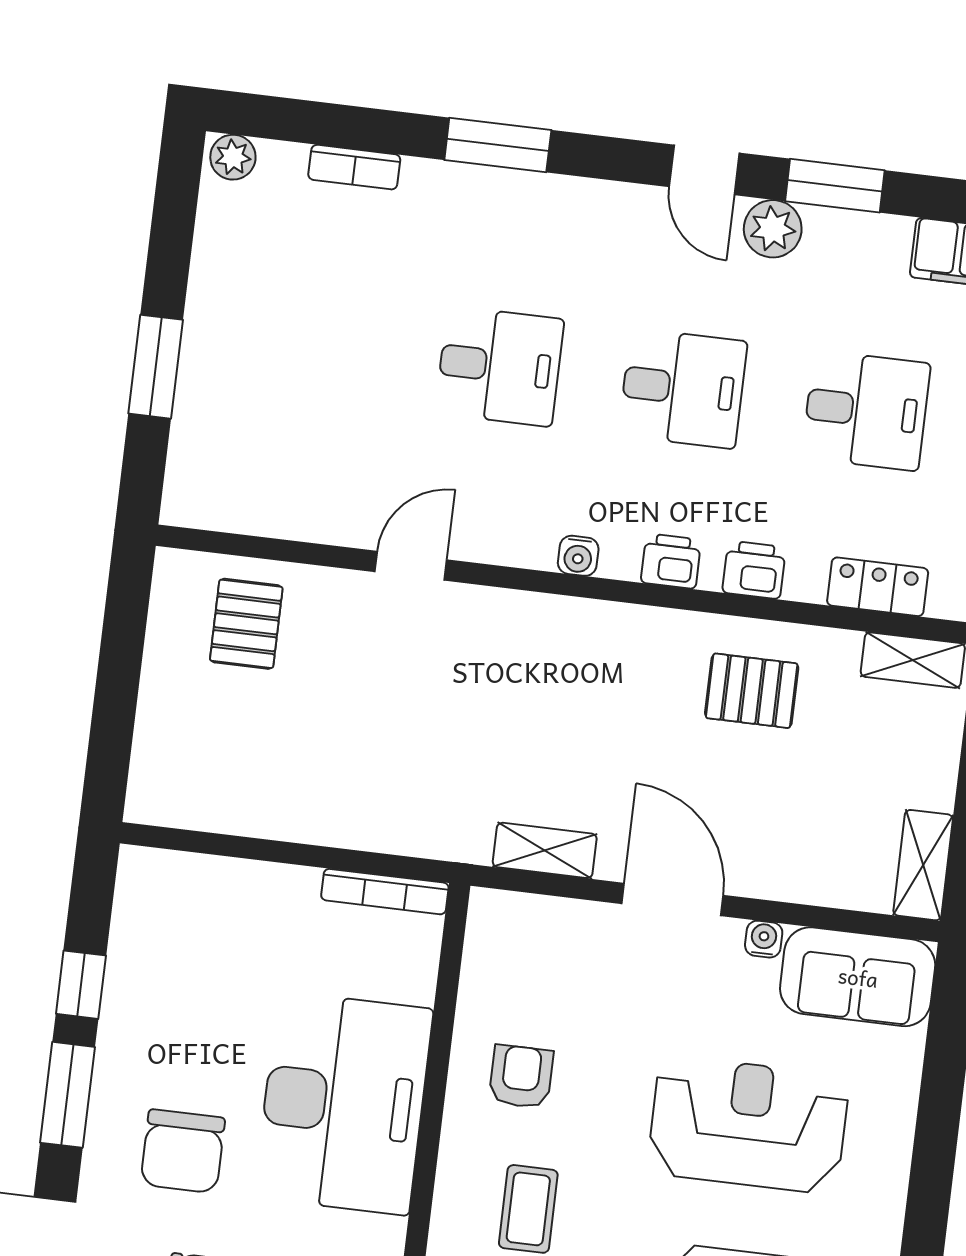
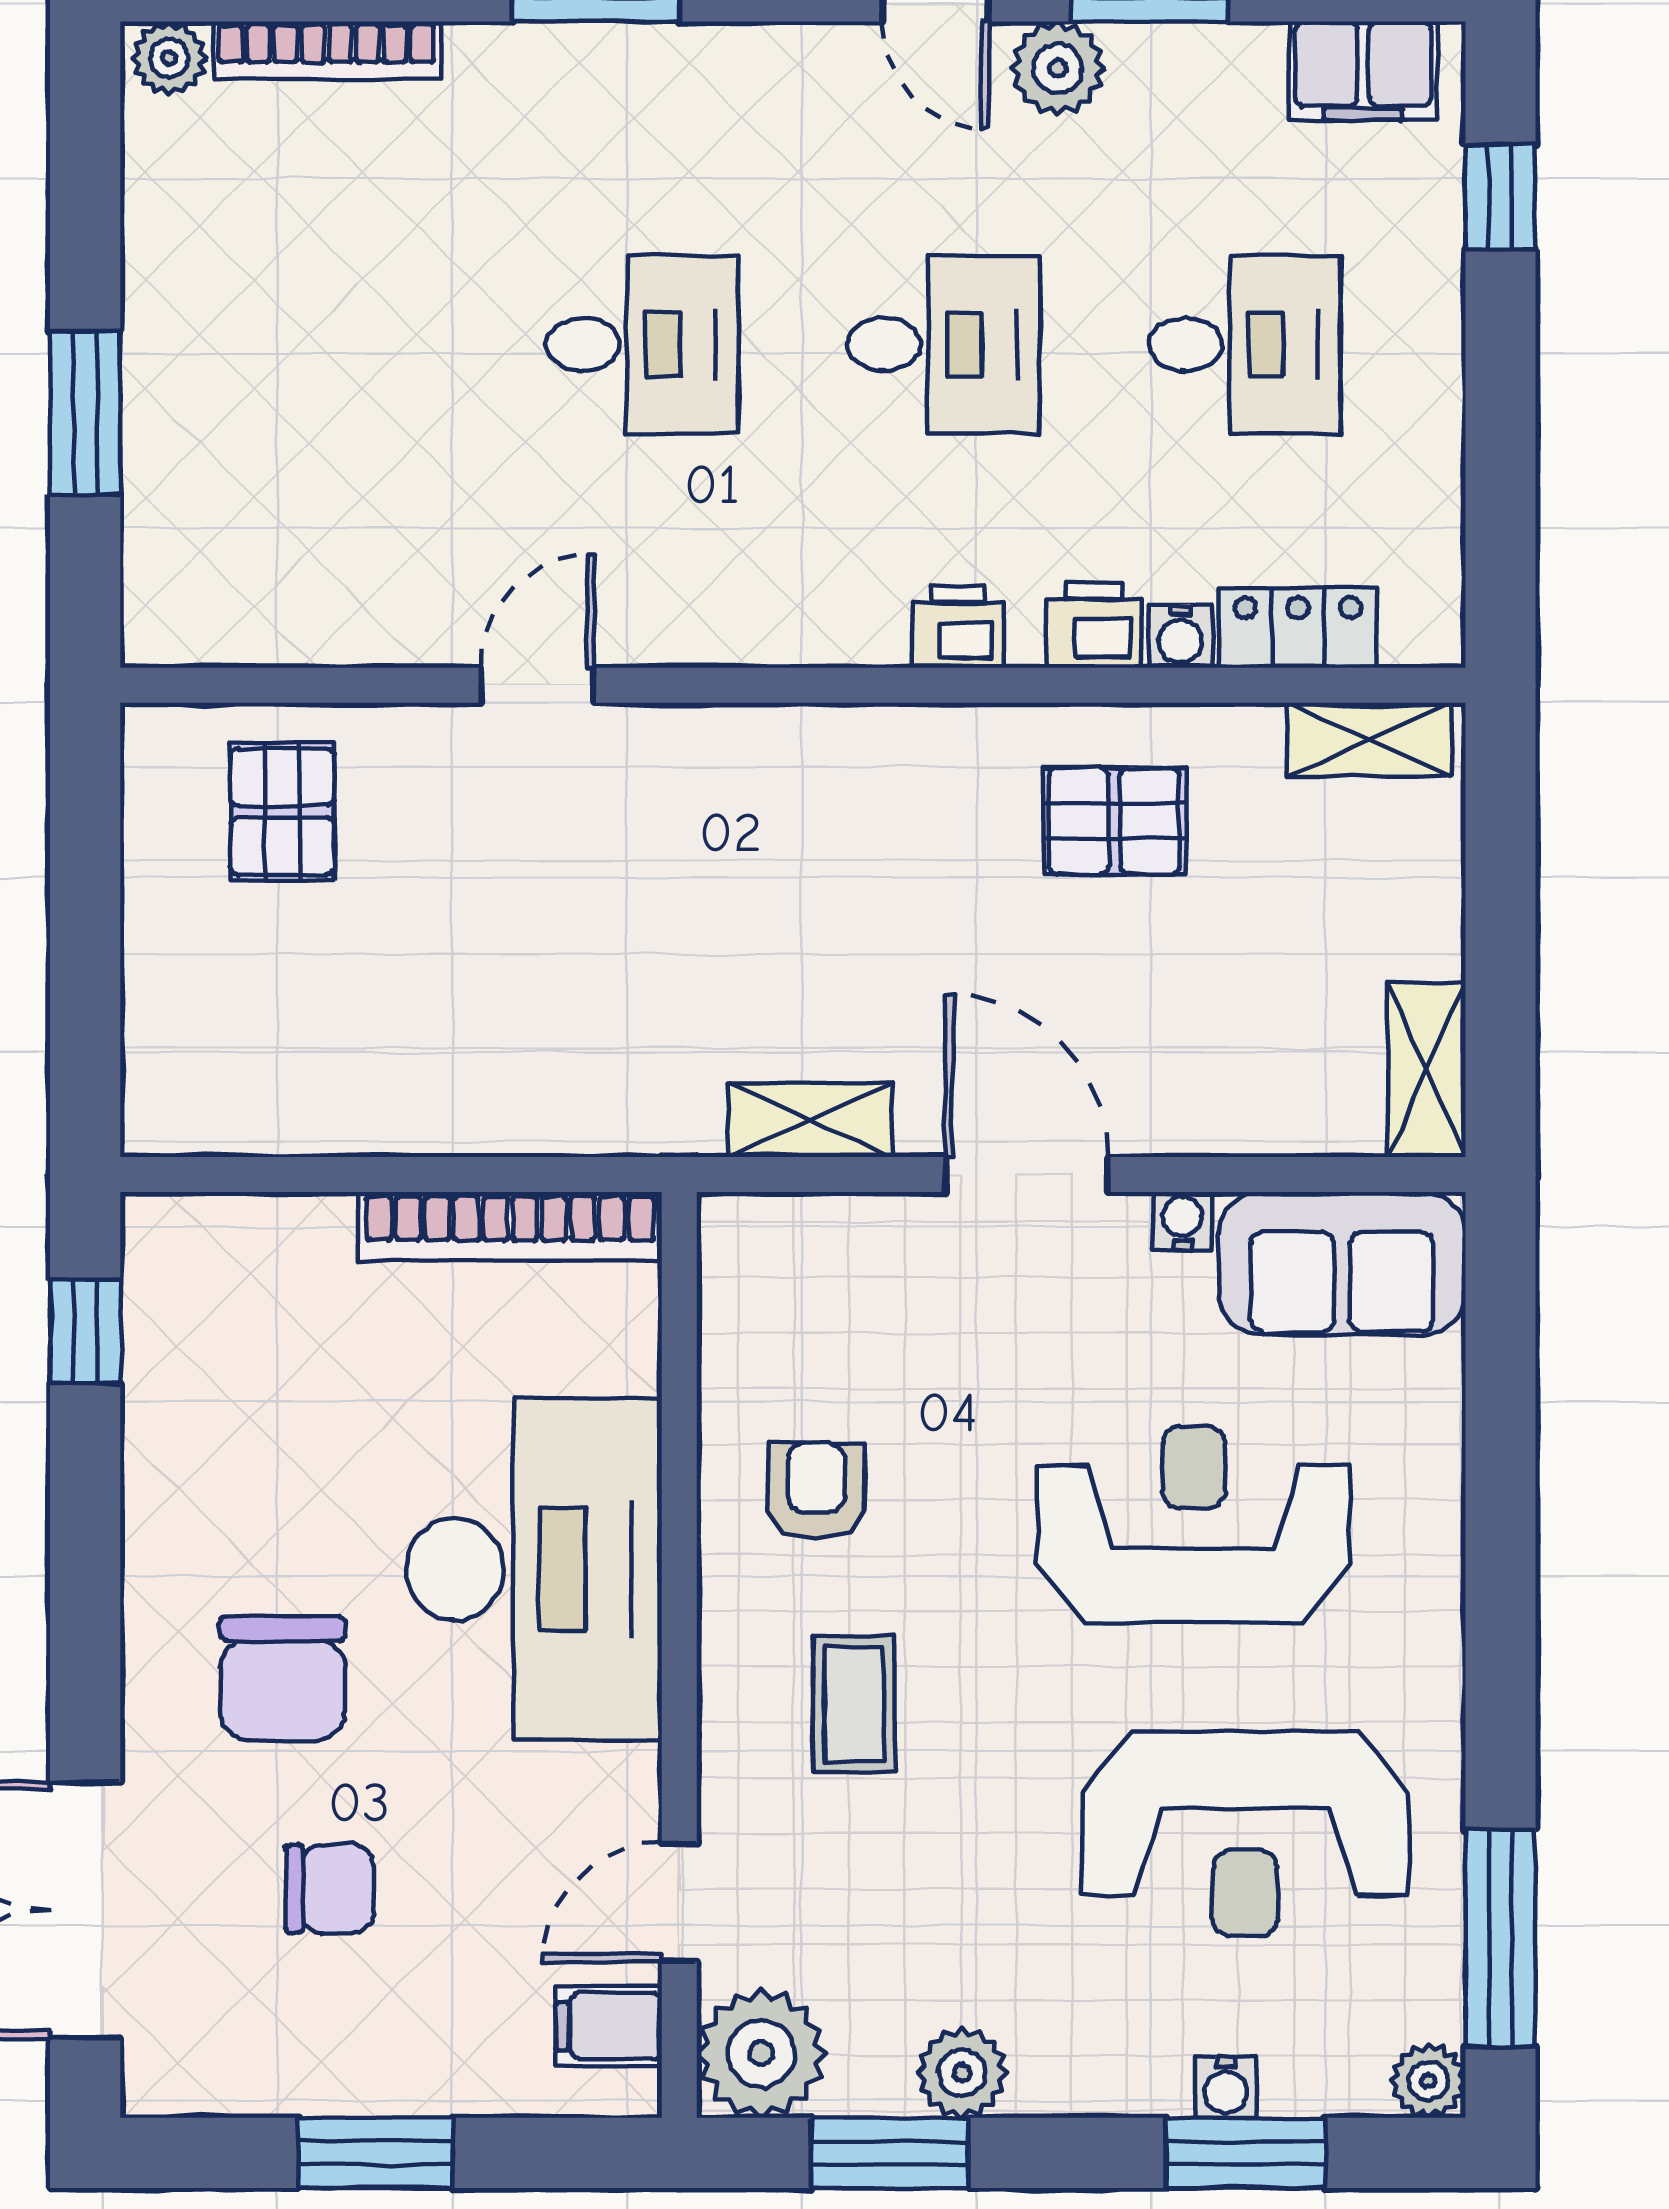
bookcase: (354, 167) -> (327, 50), width x1.56
water cooler: (578, 556) -> (1180, 636), moved
bookcase: (385, 892) -> (510, 1226), width x1.48, depth x1.31
window: (81, 985) -> (85, 1332), moved
window: (68, 1095) -> (85, 1610), removed

